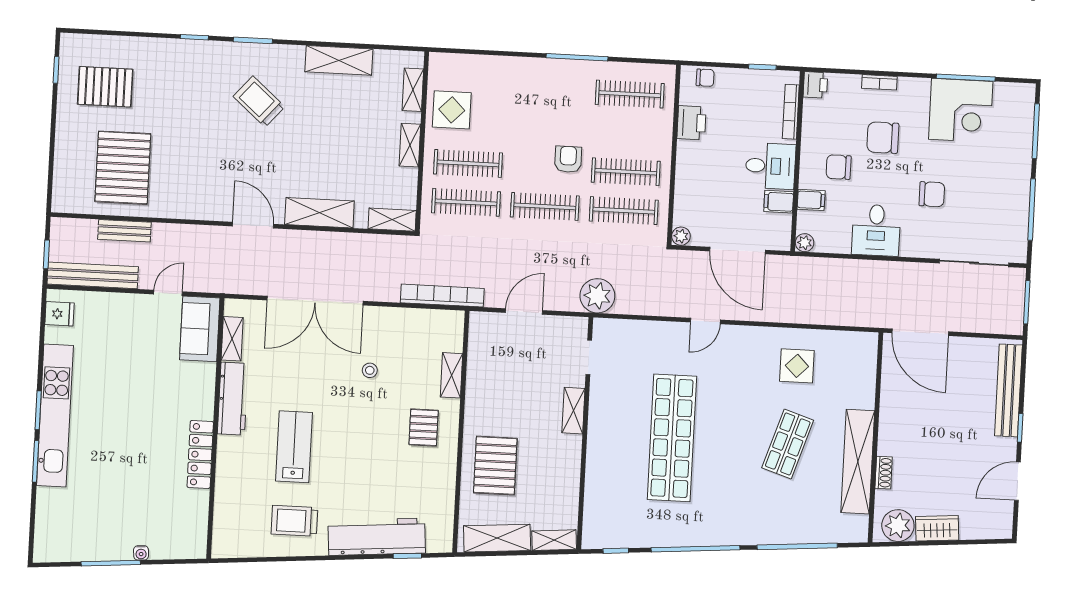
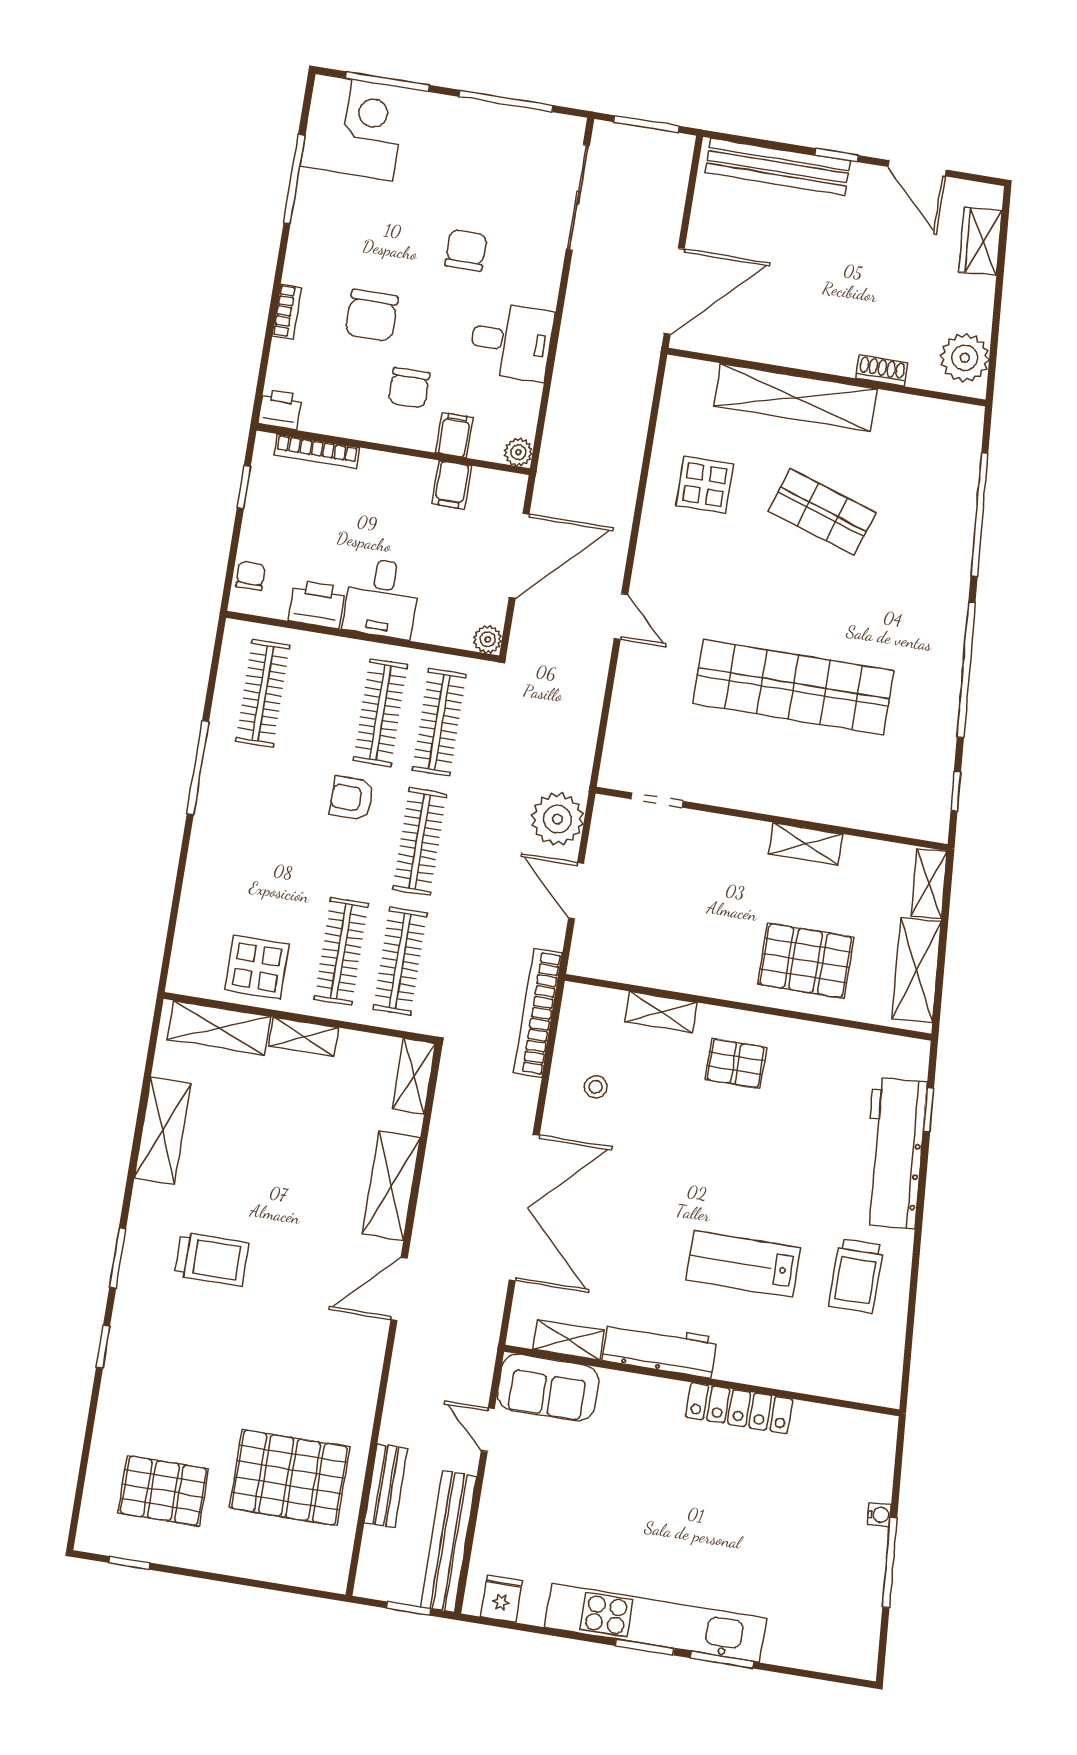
pallet: (105, 87) -> (163, 1491), turned 90
shelving: (413, 90) -> (219, 1028), width x1.50, depth x1.33
trolley: (259, 102) -> (212, 1259), turned -131
corner desk: (961, 110) -> (354, 127), moved
desk: (770, 166) -> (382, 598), moved, turned 180
plant: (597, 296) -> (557, 819), moved
stool: (370, 370) -> (596, 1087), moved
shelving: (573, 411) -> (806, 844), moved
shelving: (858, 462) -> (795, 397), moved
wardrobe: (937, 528) -> (980, 241), moved

